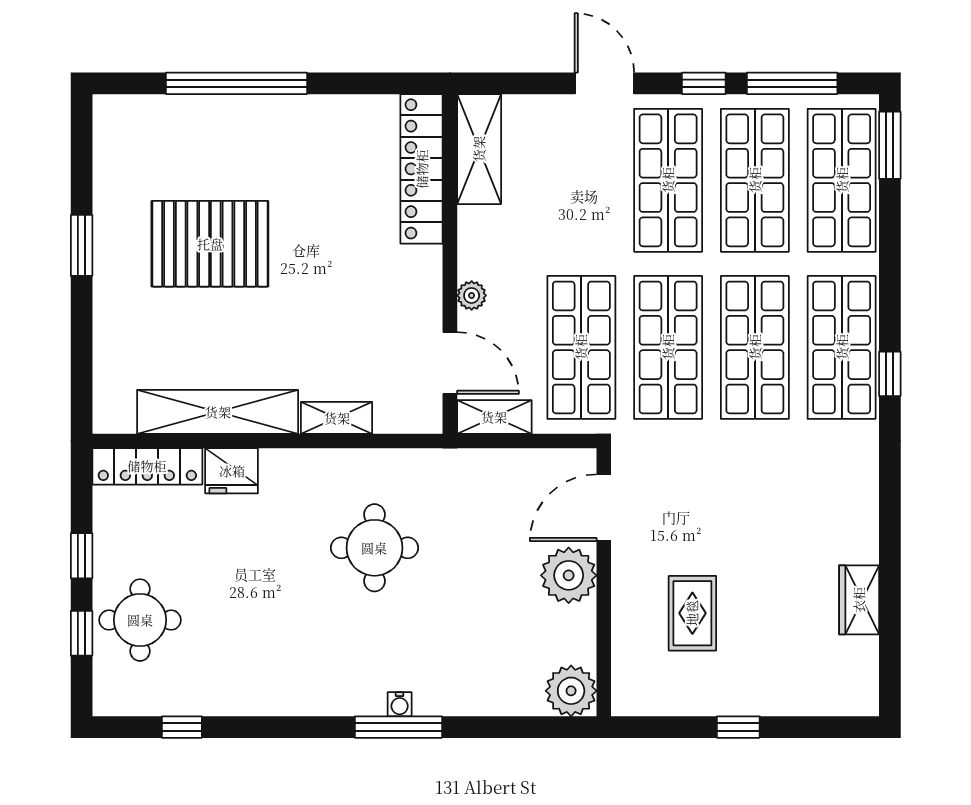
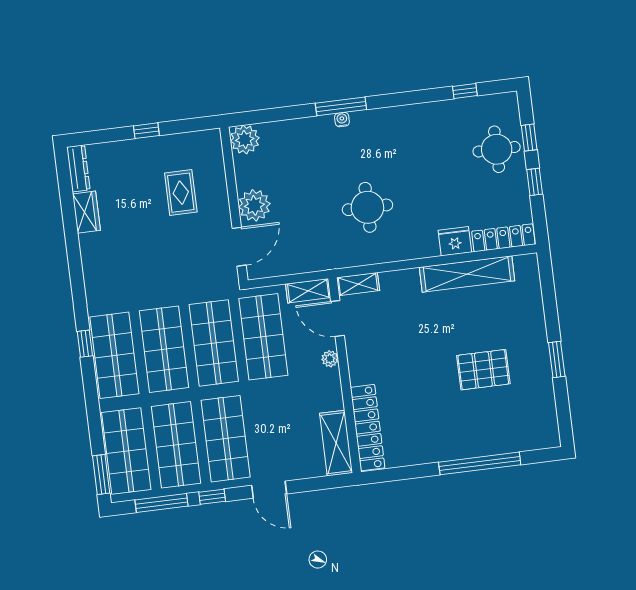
pallet: (210, 244) -> (483, 370), width x0.73, depth x0.71
shelving: (337, 418) -> (358, 284), moved
dresser: (864, 677) -> (78, 168), added

